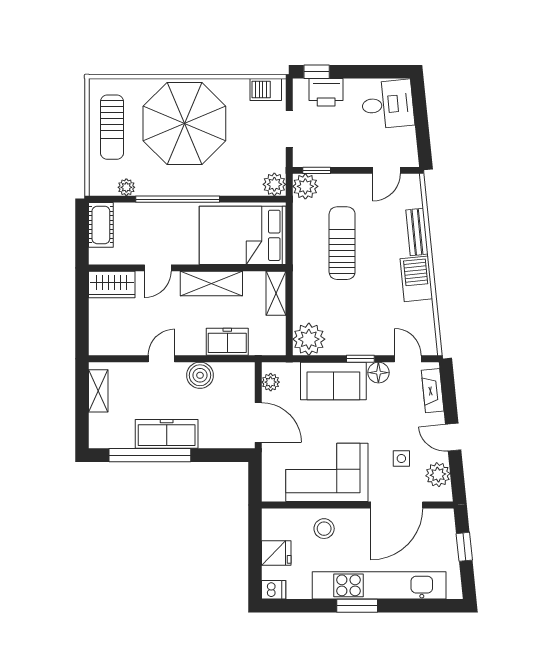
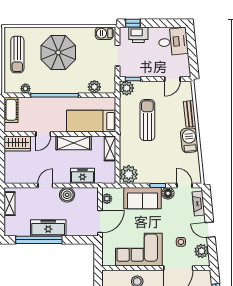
parasol: (184, 124) -> (58, 52), width x0.73, depth x0.73
plant: (274, 184) -> (94, 87), moved
bed: (243, 235) -> (91, 121), width x0.67
door: (258, 423) -> (100, 222), hinge flipped

